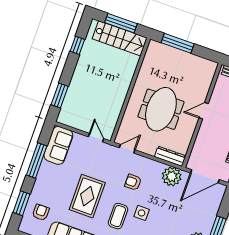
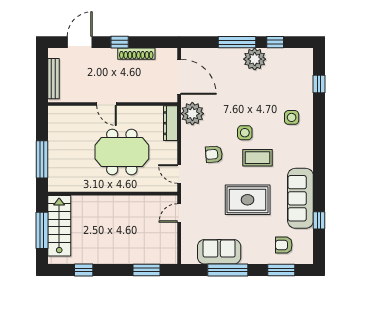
sofa: (58, 145) -> (219, 252), moved
armchair: (133, 182) -> (214, 154), turned 85

